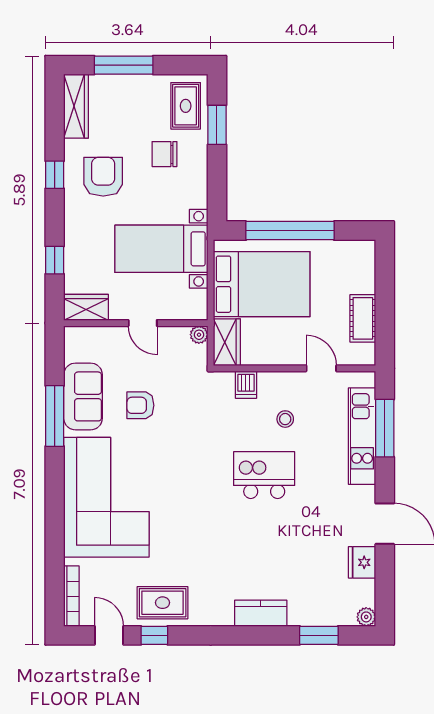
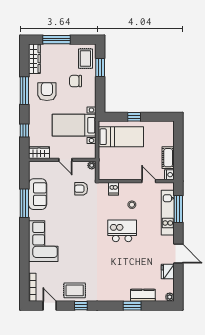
window: (55, 175) -> (24, 91), width x2.17
window: (290, 231) -> (134, 117), width x0.32
bed: (262, 284) -> (121, 137), width x0.67
wardrobe: (227, 342) -> (105, 169), removed
nightstand: (366, 355) -> (169, 175), added
armchair: (140, 405) -> (81, 189), moved
corner sofa: (106, 497) -> (43, 241), width x0.73, depth x0.74
kitchen counter: (261, 613) -> (143, 295), moved
window: (154, 635) -> (81, 306), moved
window: (319, 635) -> (132, 306), moved

